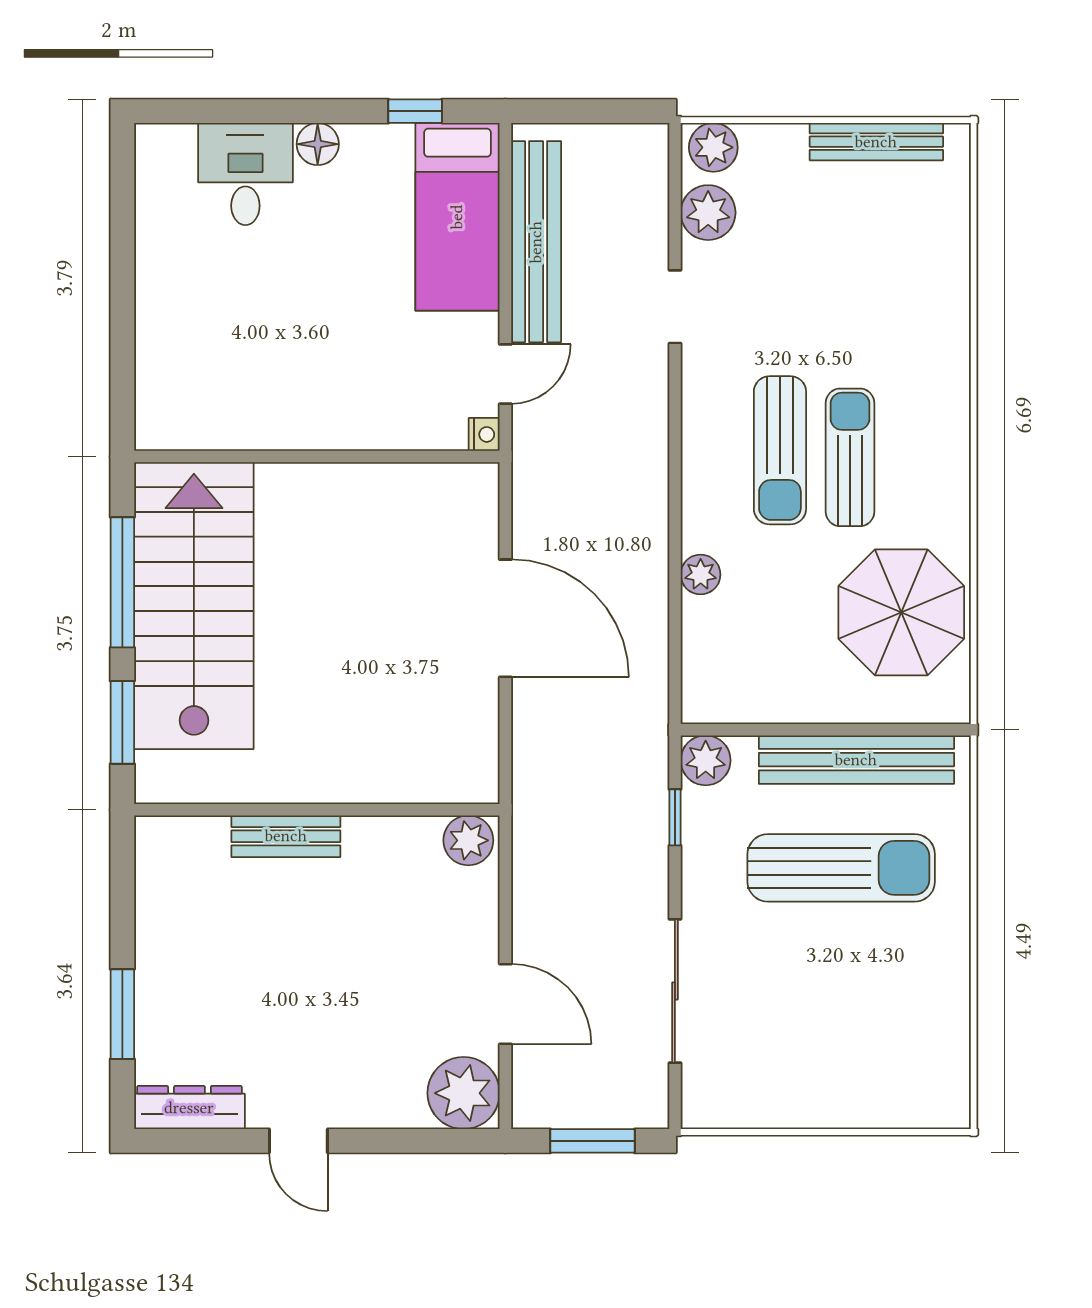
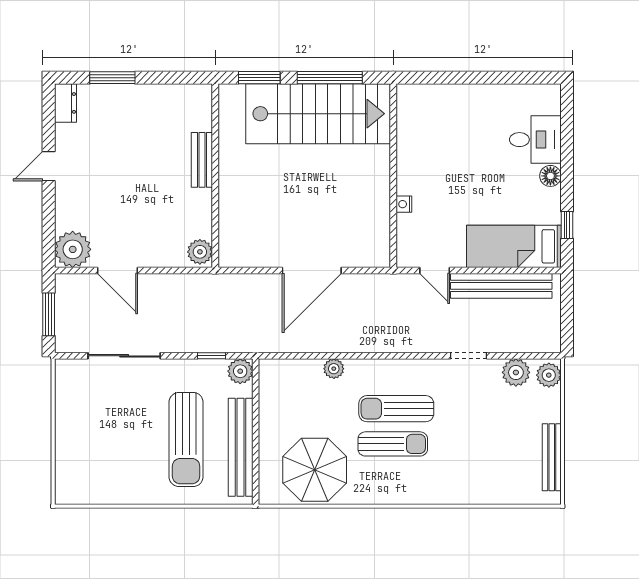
nightstand: (484, 434) -> (404, 204), moved, turned 90
door: (505, 1004) -> (117, 270), hinge flipped
dresser: (189, 1108) -> (65, 103), width x0.70

